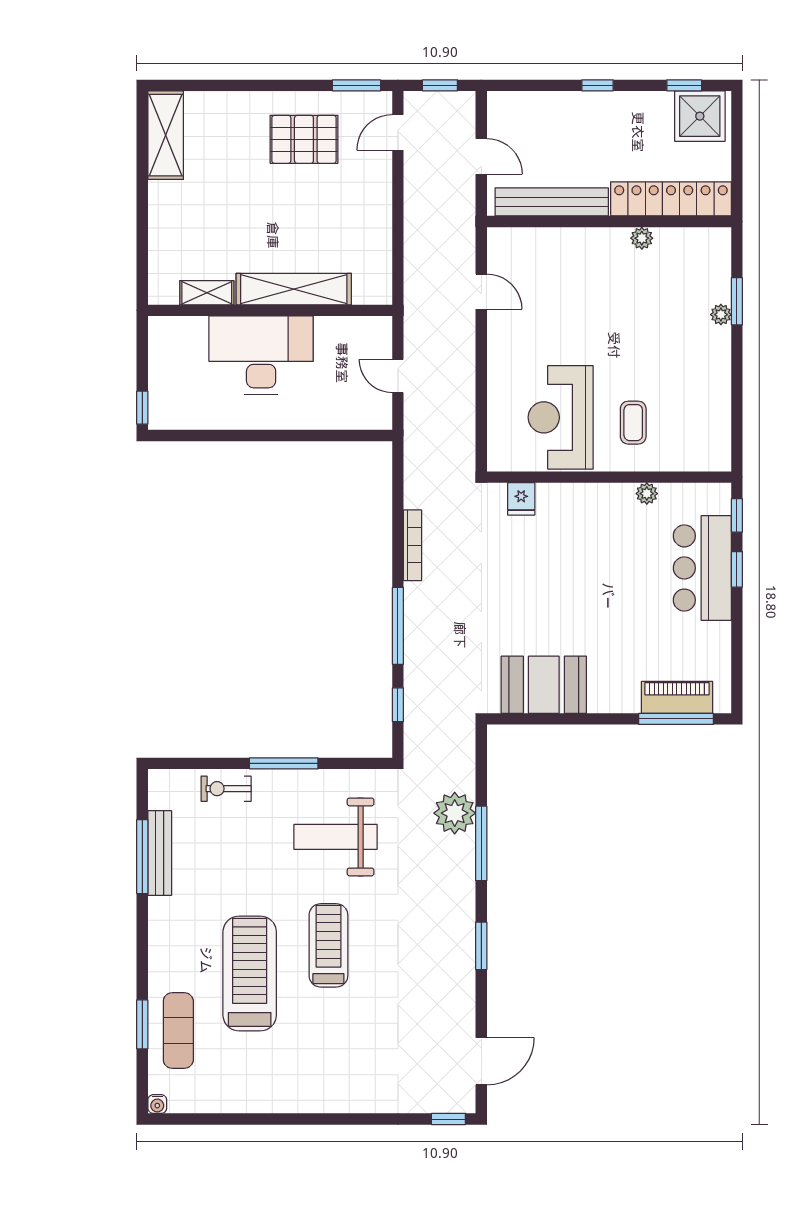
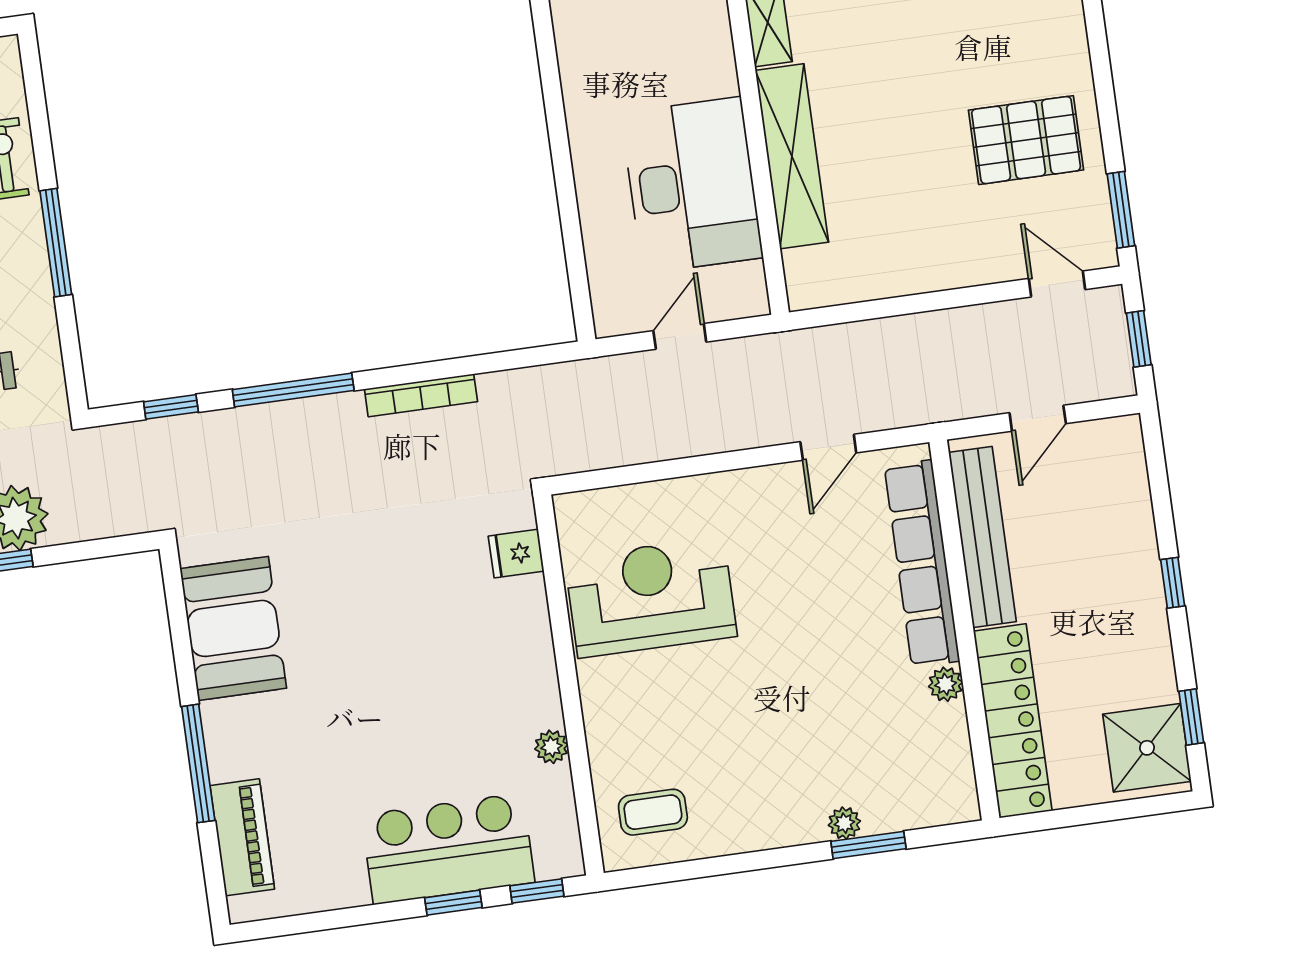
pallet: (304, 139) -> (1026, 140), turned 90
row of seats: (563, 243) -> (922, 564), added
desk: (261, 355) -> (692, 185), moved
coffee table: (633, 423) -> (653, 812), moved
window: (676, 719) -> (198, 763), moved

